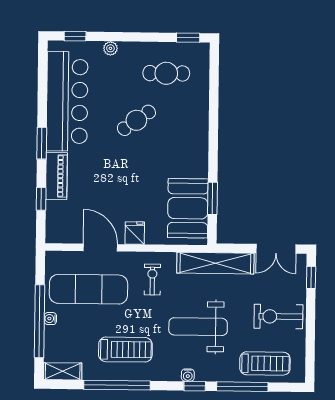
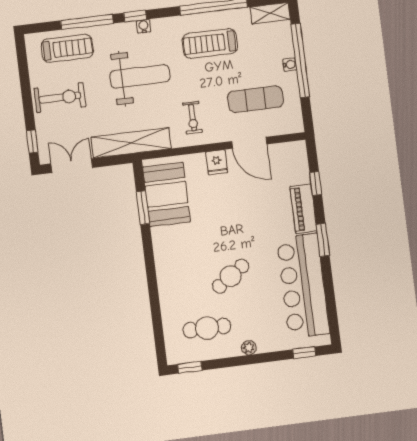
plant: (110, 48) -> (249, 348), moved
exercise mat: (88, 289) -> (255, 99), width x0.73, depth x0.69
treadmill: (265, 363) -> (67, 48), turned 180

